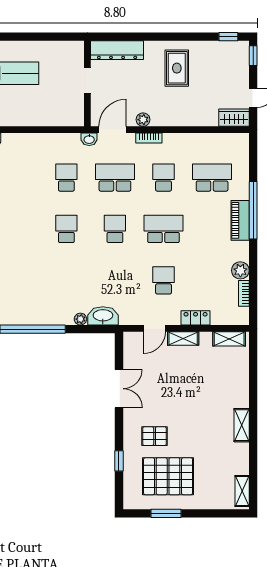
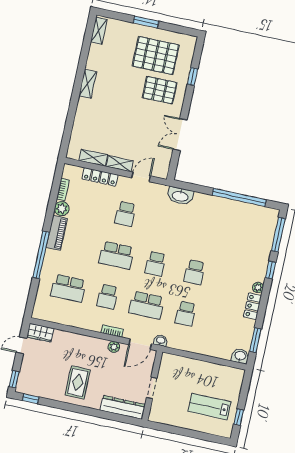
piano: (240, 220) -> (57, 233), moved
locker: (196, 318) -> (100, 177), width x1.53
plant: (80, 319) -> (199, 197), removed
shelving: (229, 339) -> (93, 158), moved
pallet: (155, 436) -> (160, 90), width x1.50, depth x1.42
window: (166, 513) -> (146, 22), moved

